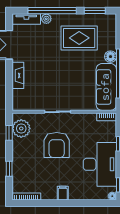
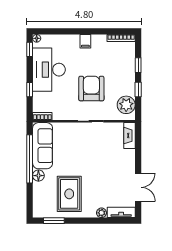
window: (52, 11) -> (96, 221), removed
rug: (79, 38) -> (69, 194), turned 90
fireplace: (18, 75) -> (130, 136), moved
window: (9, 133) -> (138, 90), moved

